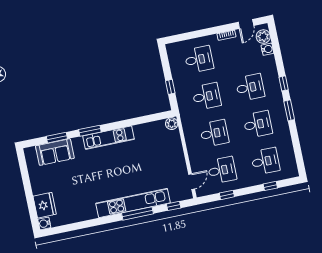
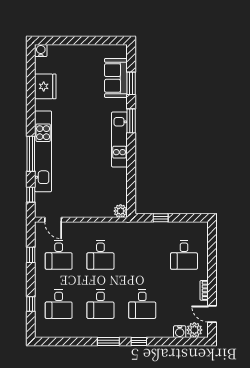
desk: (207, 96) -> (142, 255), removed
fridge: (45, 205) -> (45, 86), moved, turned -90

